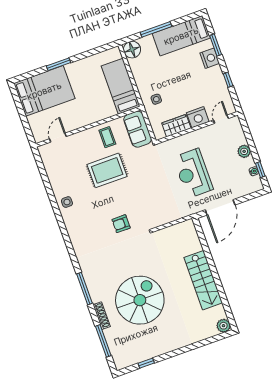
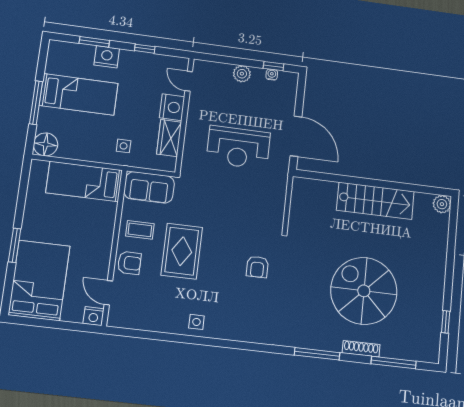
bed: (181, 36) -> (79, 94), moved, turned -90
nightstand: (39, 136) -> (93, 316), added
armchair: (83, 141) -> (129, 263), added

